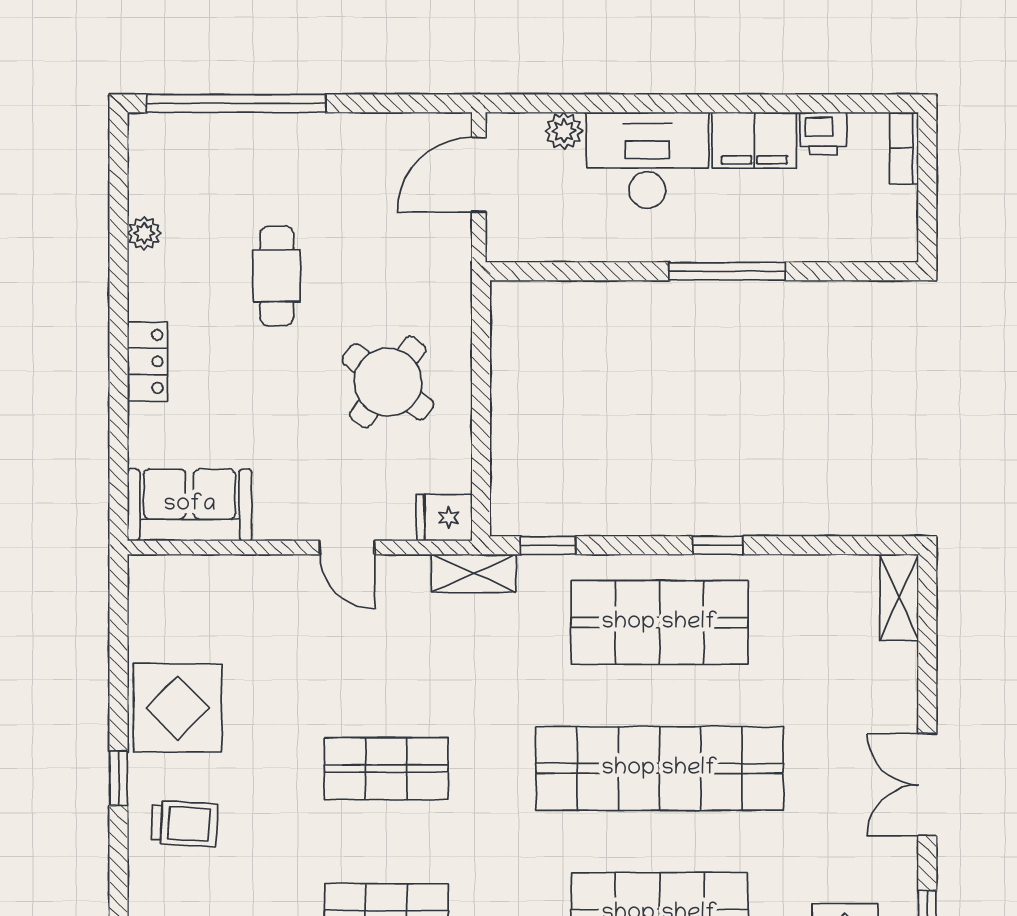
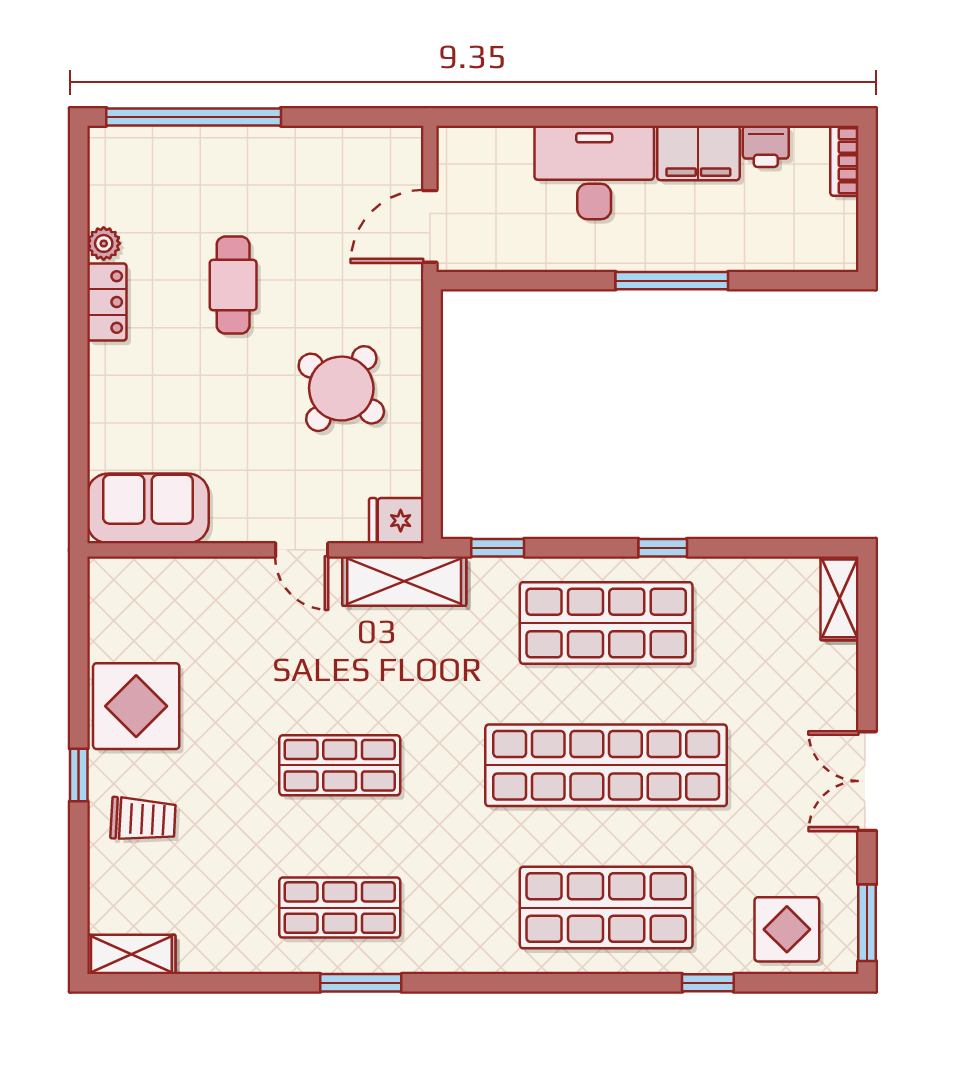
plant: (564, 131) -> (513, 144), removed
door: (479, 175) -> (430, 226), moved
locker: (147, 361) -> (107, 302), moved
shelving: (474, 573) -> (404, 581), width x1.50, depth x1.33

